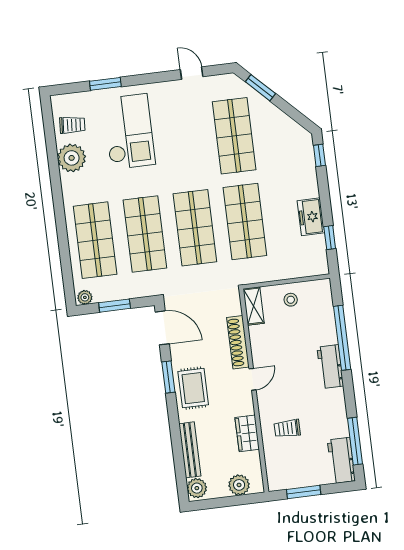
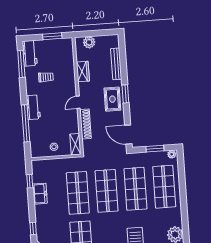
window: (168, 377) -> (125, 94), moved
trolley: (287, 428) -> (46, 77), moved
plant: (197, 488) -> (113, 42), removed

